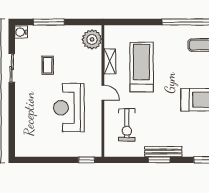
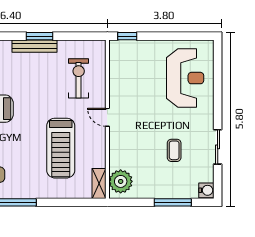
shelving: (110, 61) -> (99, 183), moved
reception desk: (69, 108) -> (185, 78), moved

